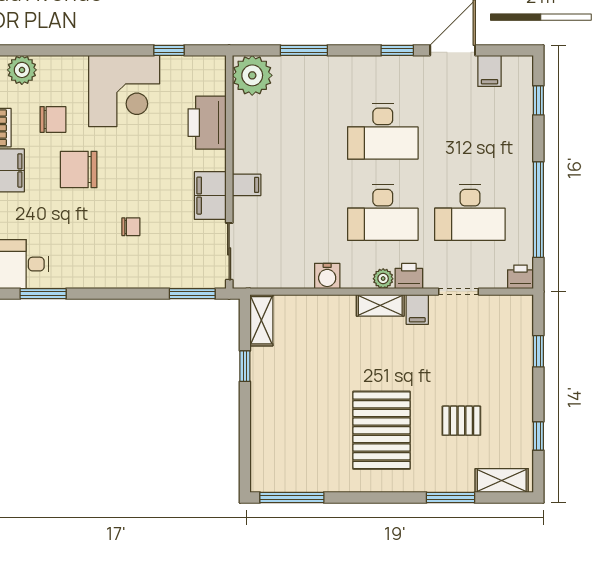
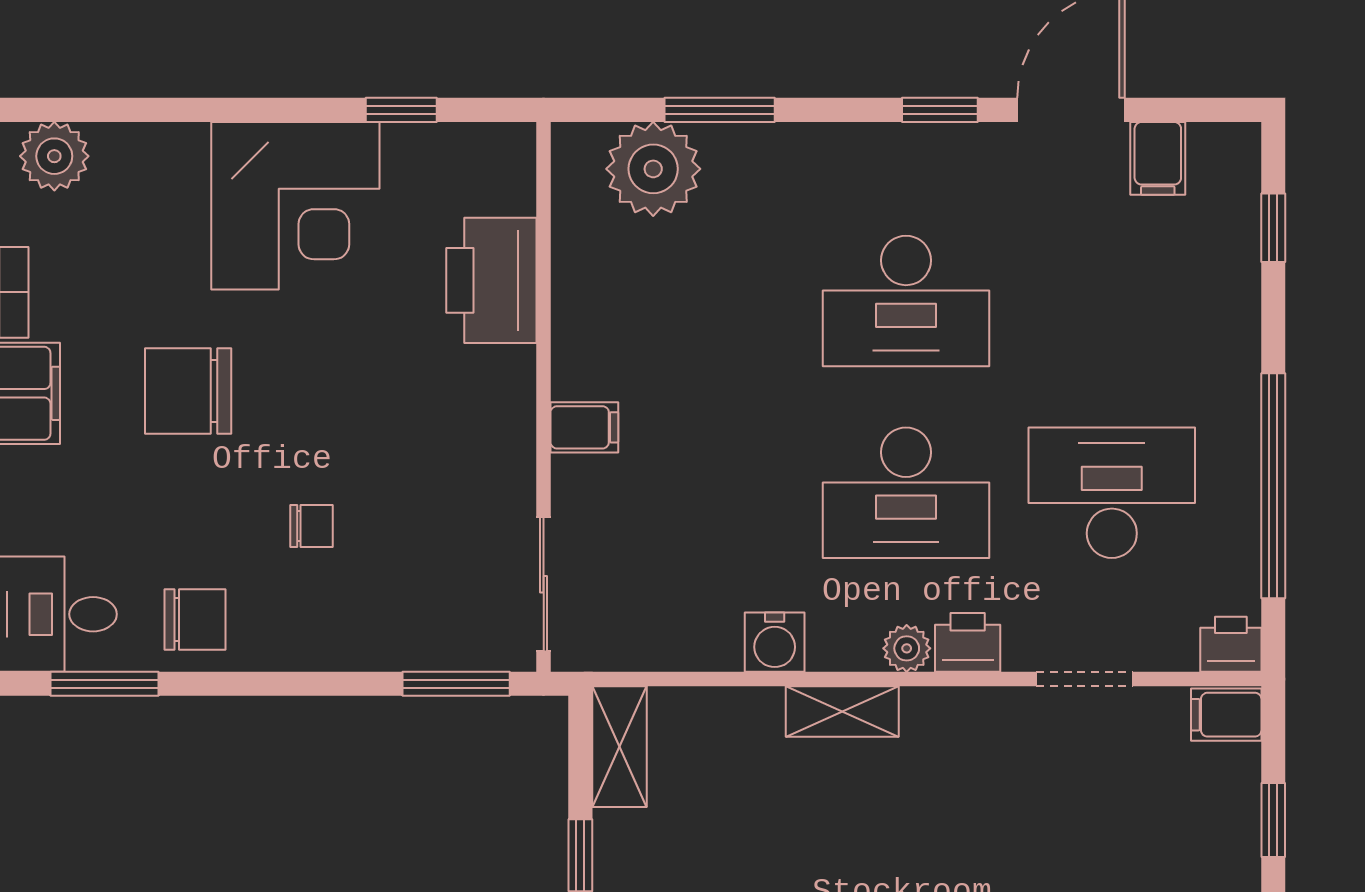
plant: (252, 75) -> (653, 169), moved
chair: (53, 119) -> (195, 619), moved
filing cabinet: (210, 196) -> (499, 453), removed
desk: (470, 213) -> (1112, 493), turned 180
shelving: (380, 305) -> (842, 712), moved
filing cabinet: (417, 309) -> (1226, 715), moved, turned 90

